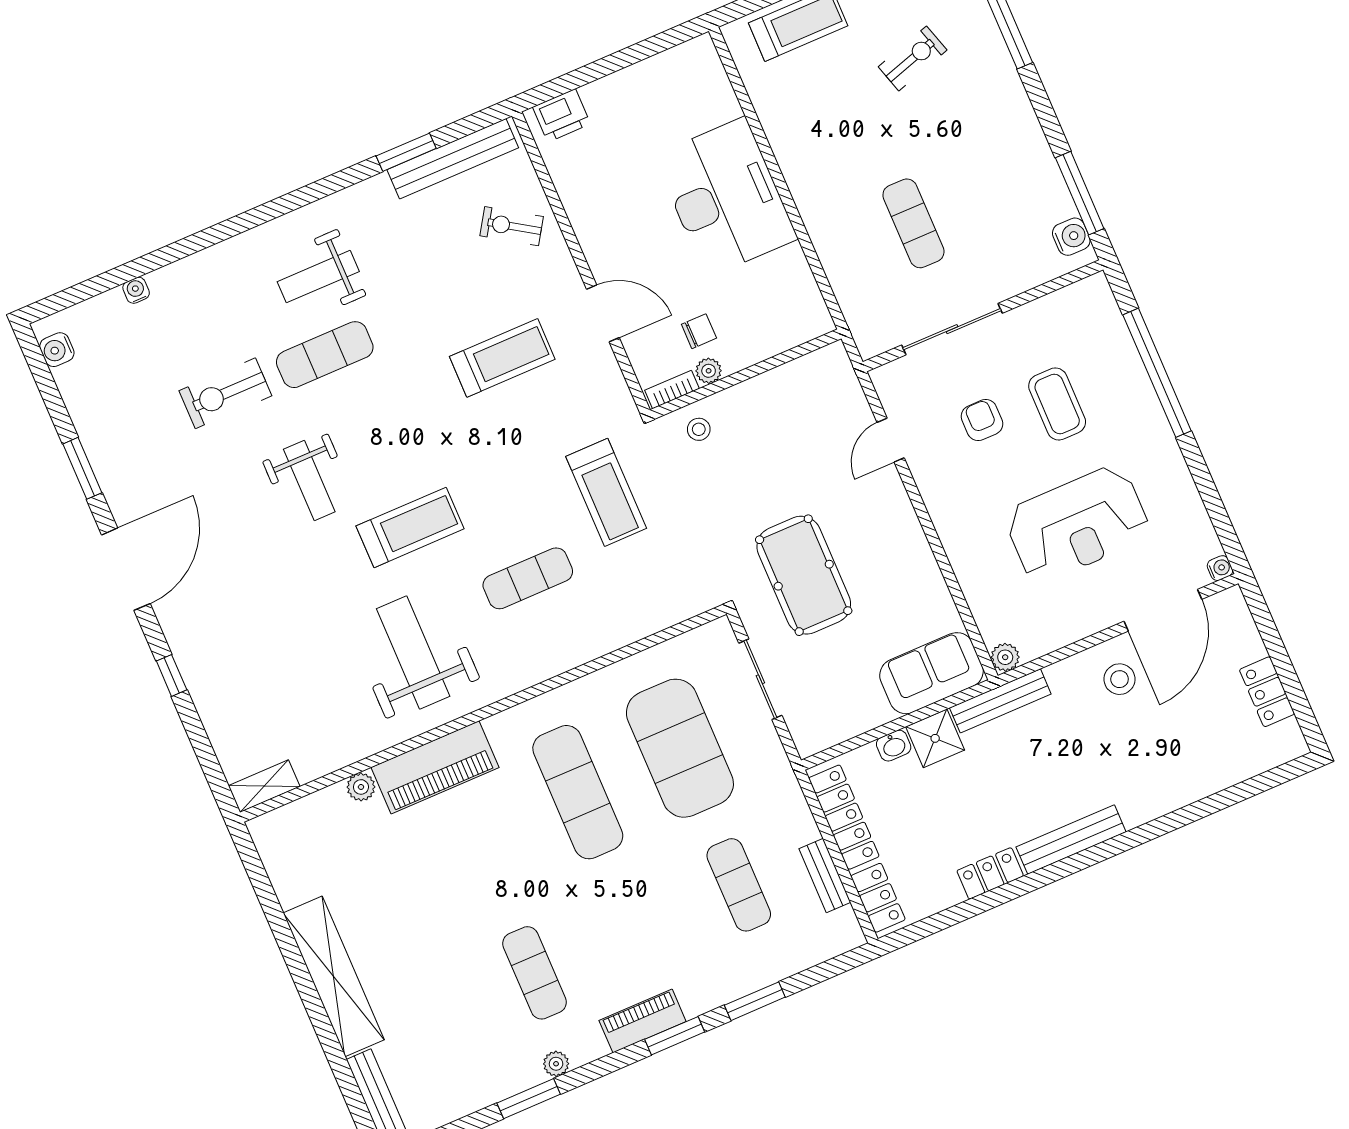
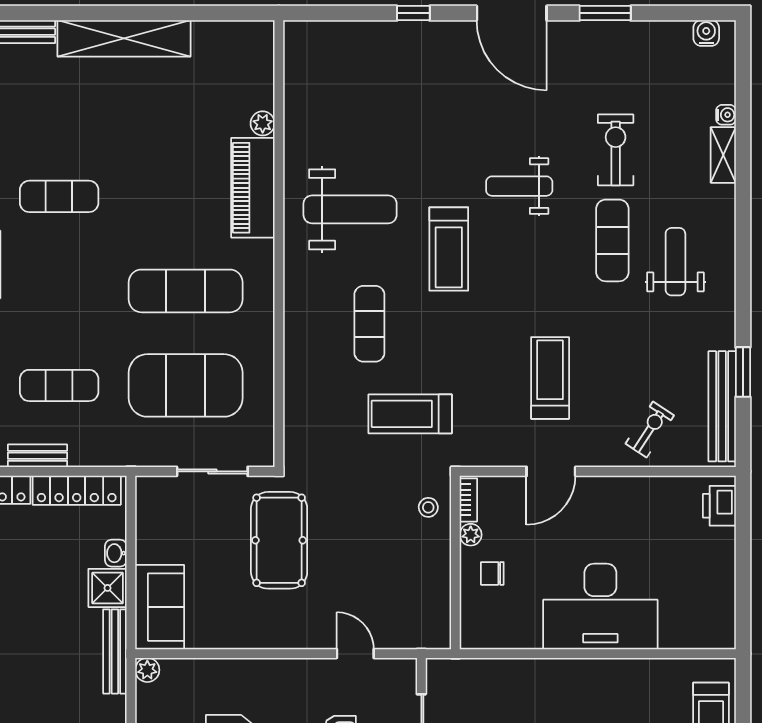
chair: (699, 331) -> (492, 573), moved, turned 90
treadmill: (502, 358) -> (550, 378), turned 180
pool table: (804, 575) -> (279, 540), turned 90
shelving: (264, 786) -> (723, 155), moved

